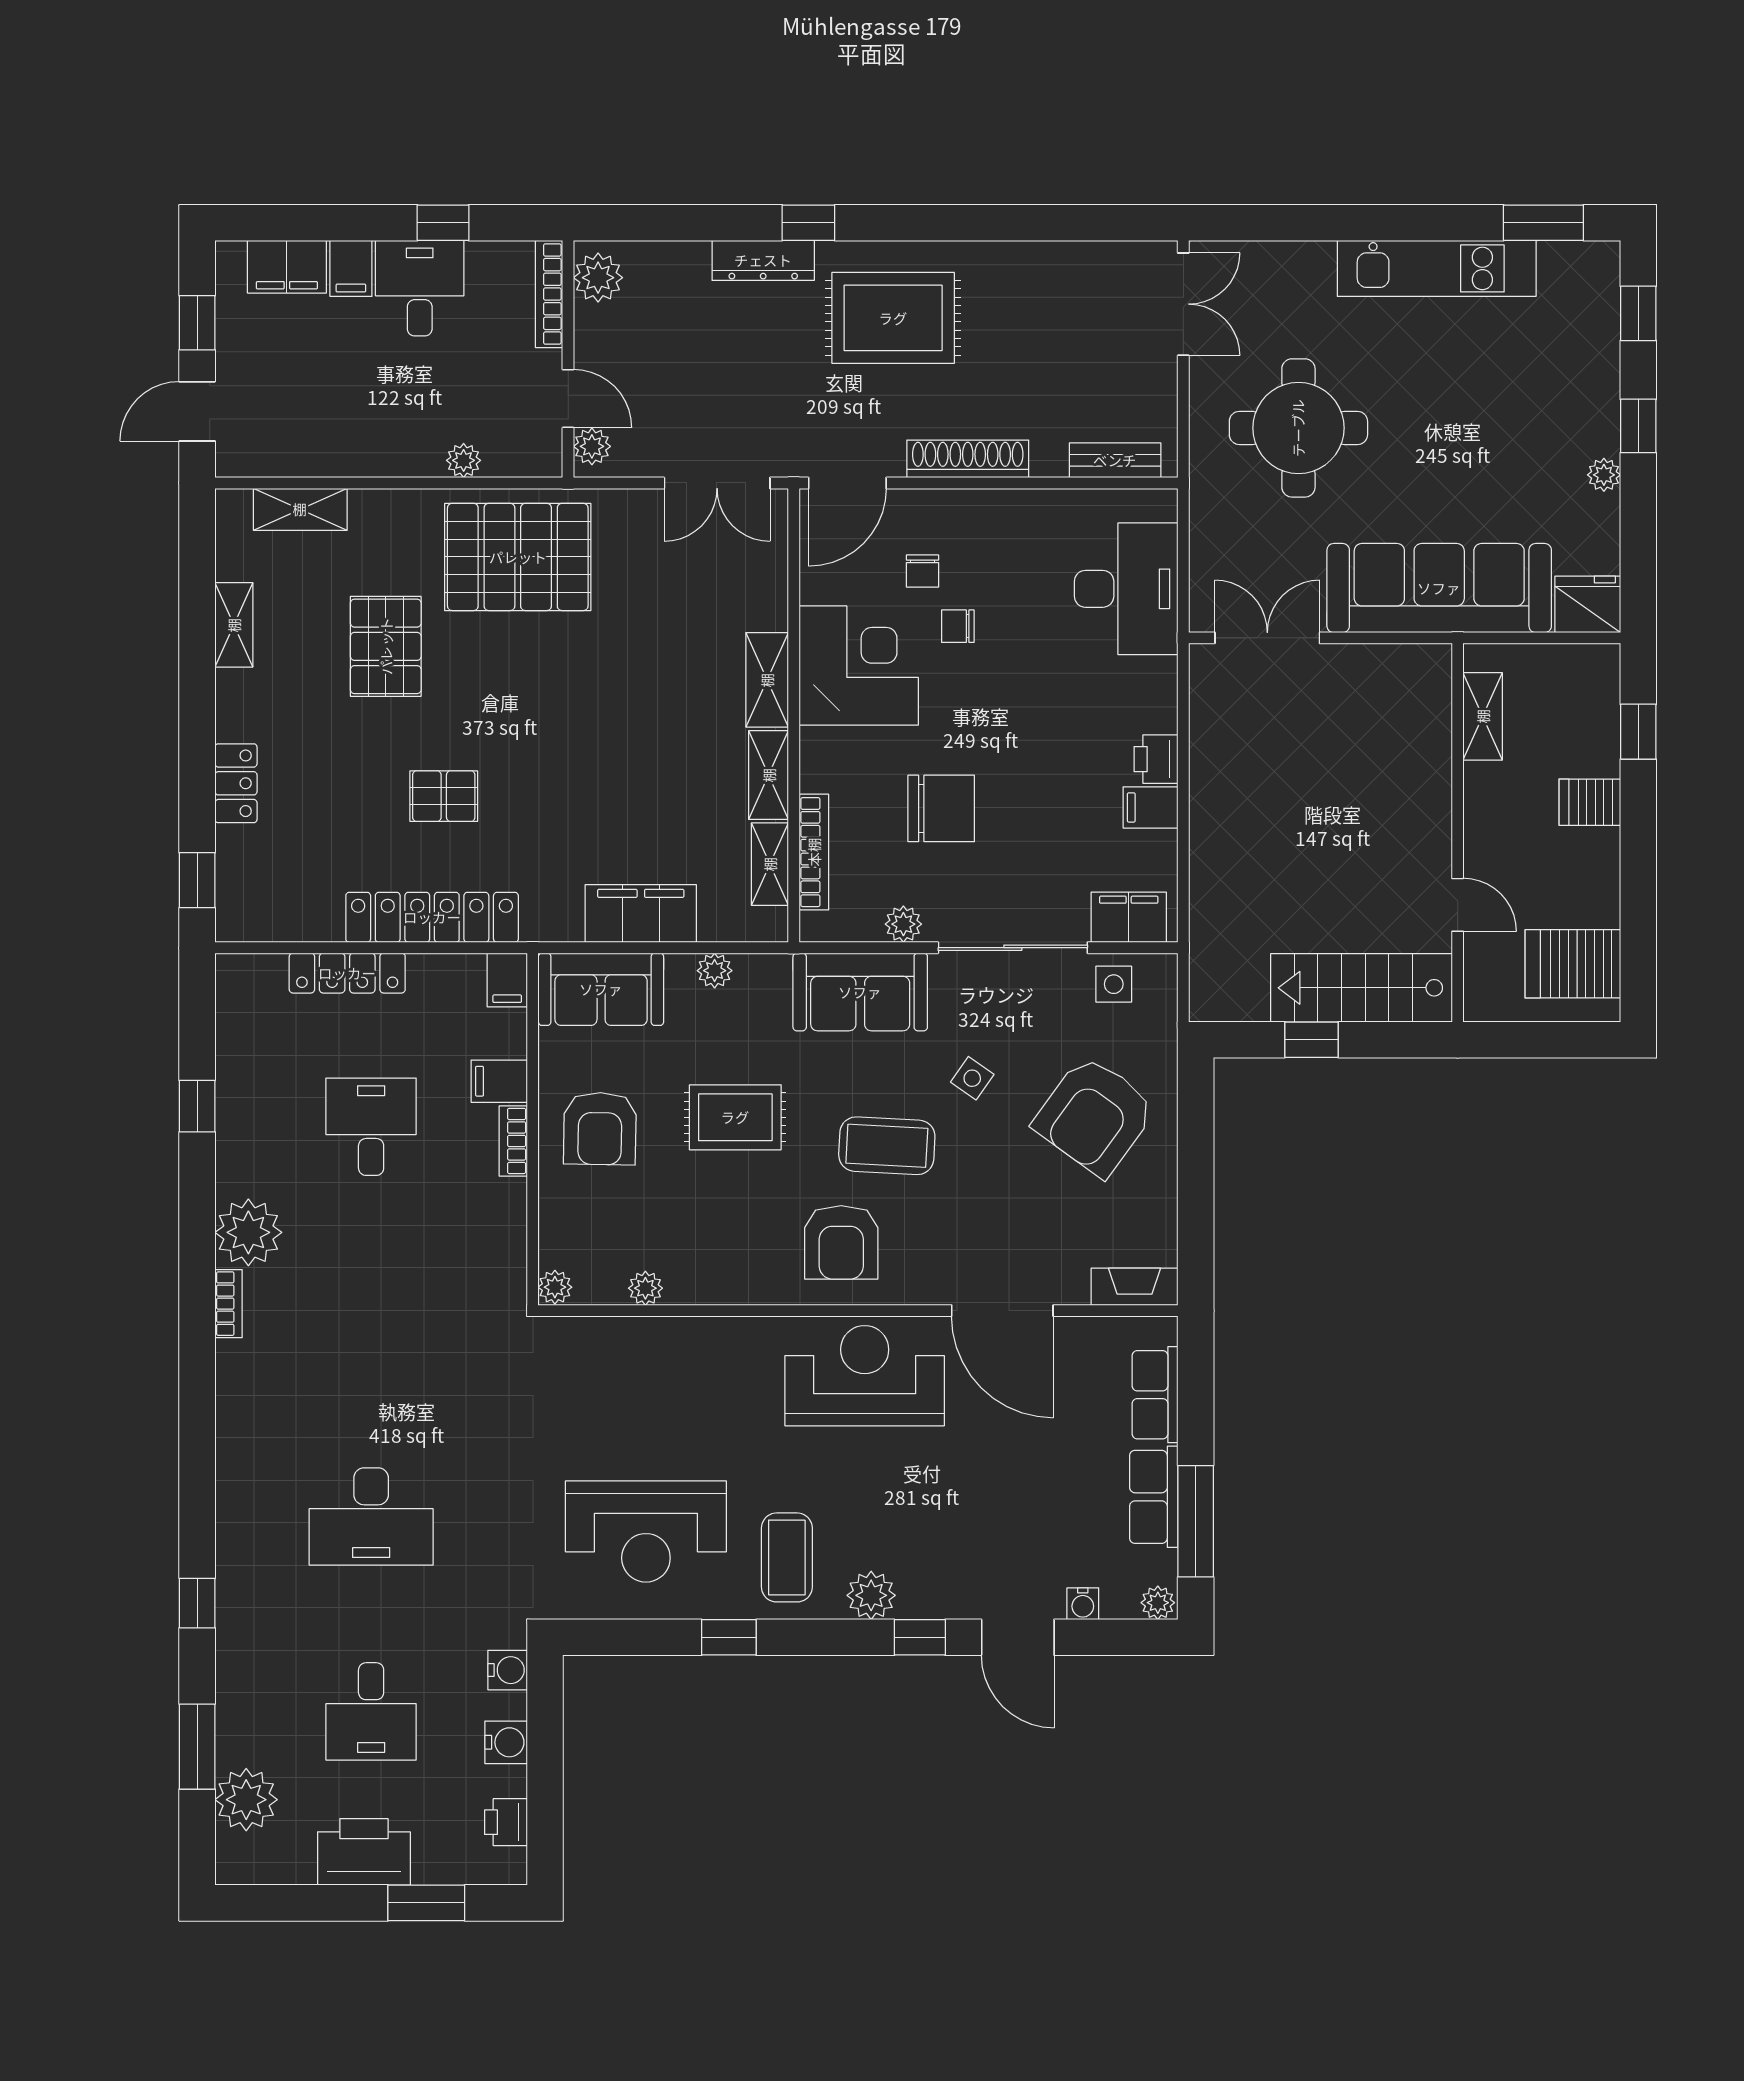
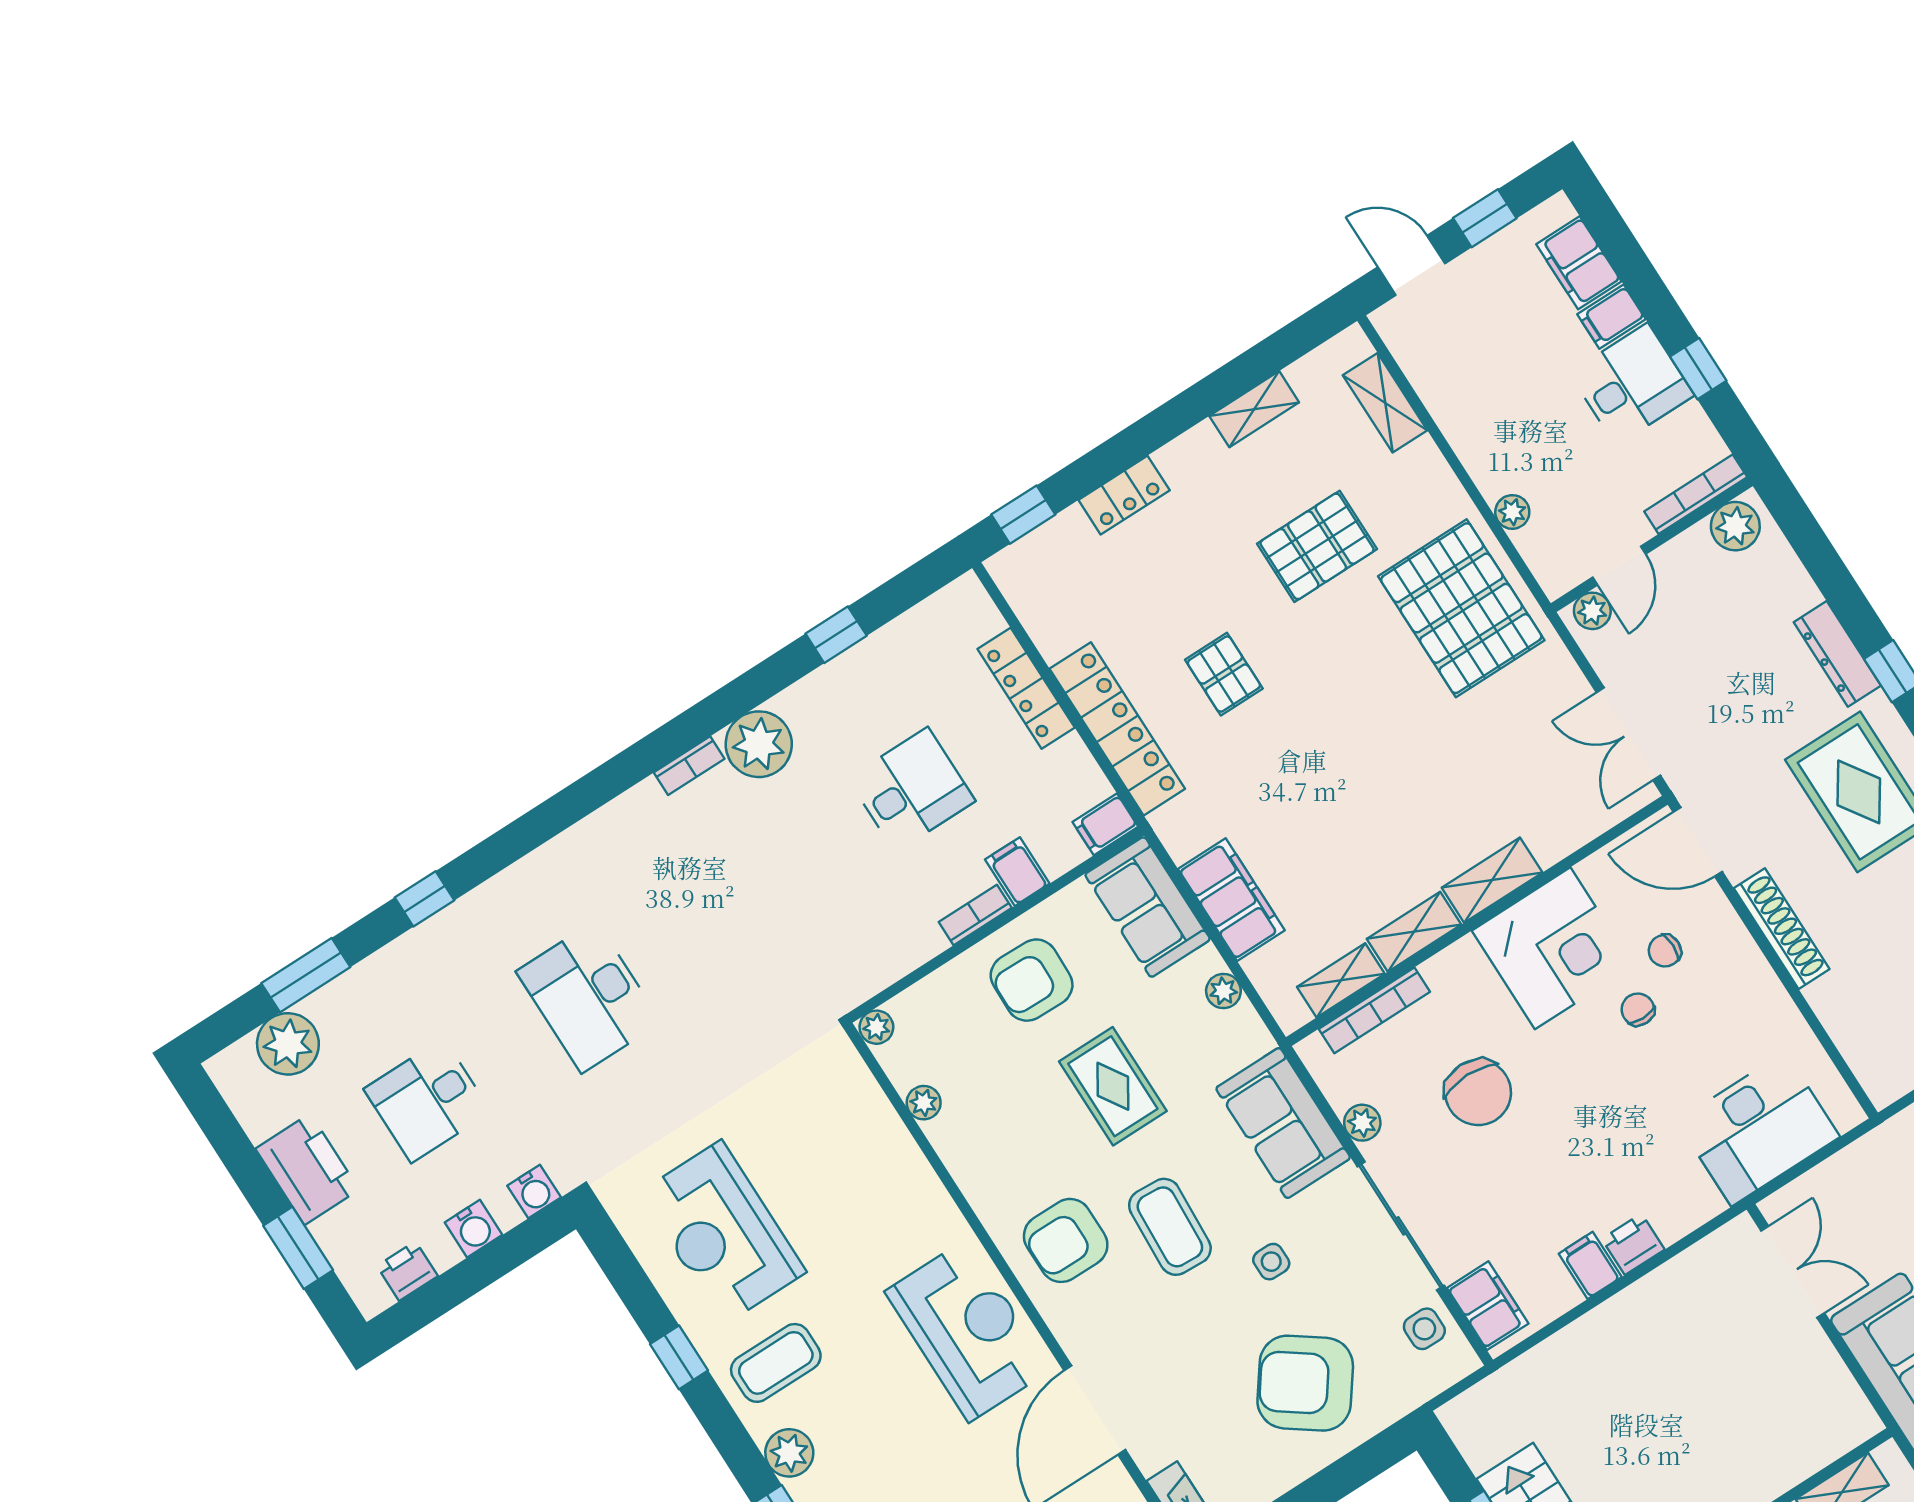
bench: (1115, 460) -> (1859, 1051), removed
side table: (972, 1078) -> (1271, 1262), turned -35

